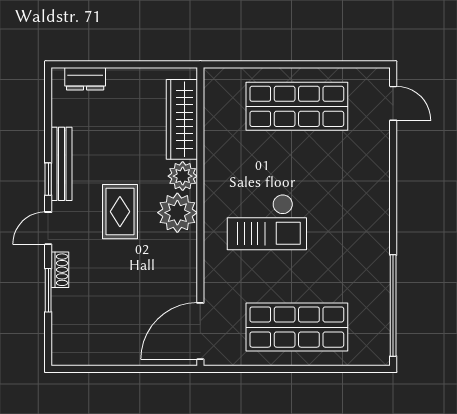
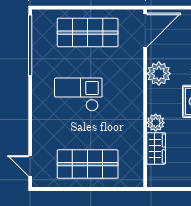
wardrobe: (182, 119) -> (156, 148), width x0.67
plant: (177, 213) -> (159, 74), moved
checkout: (267, 222) -> (78, 95), moved

